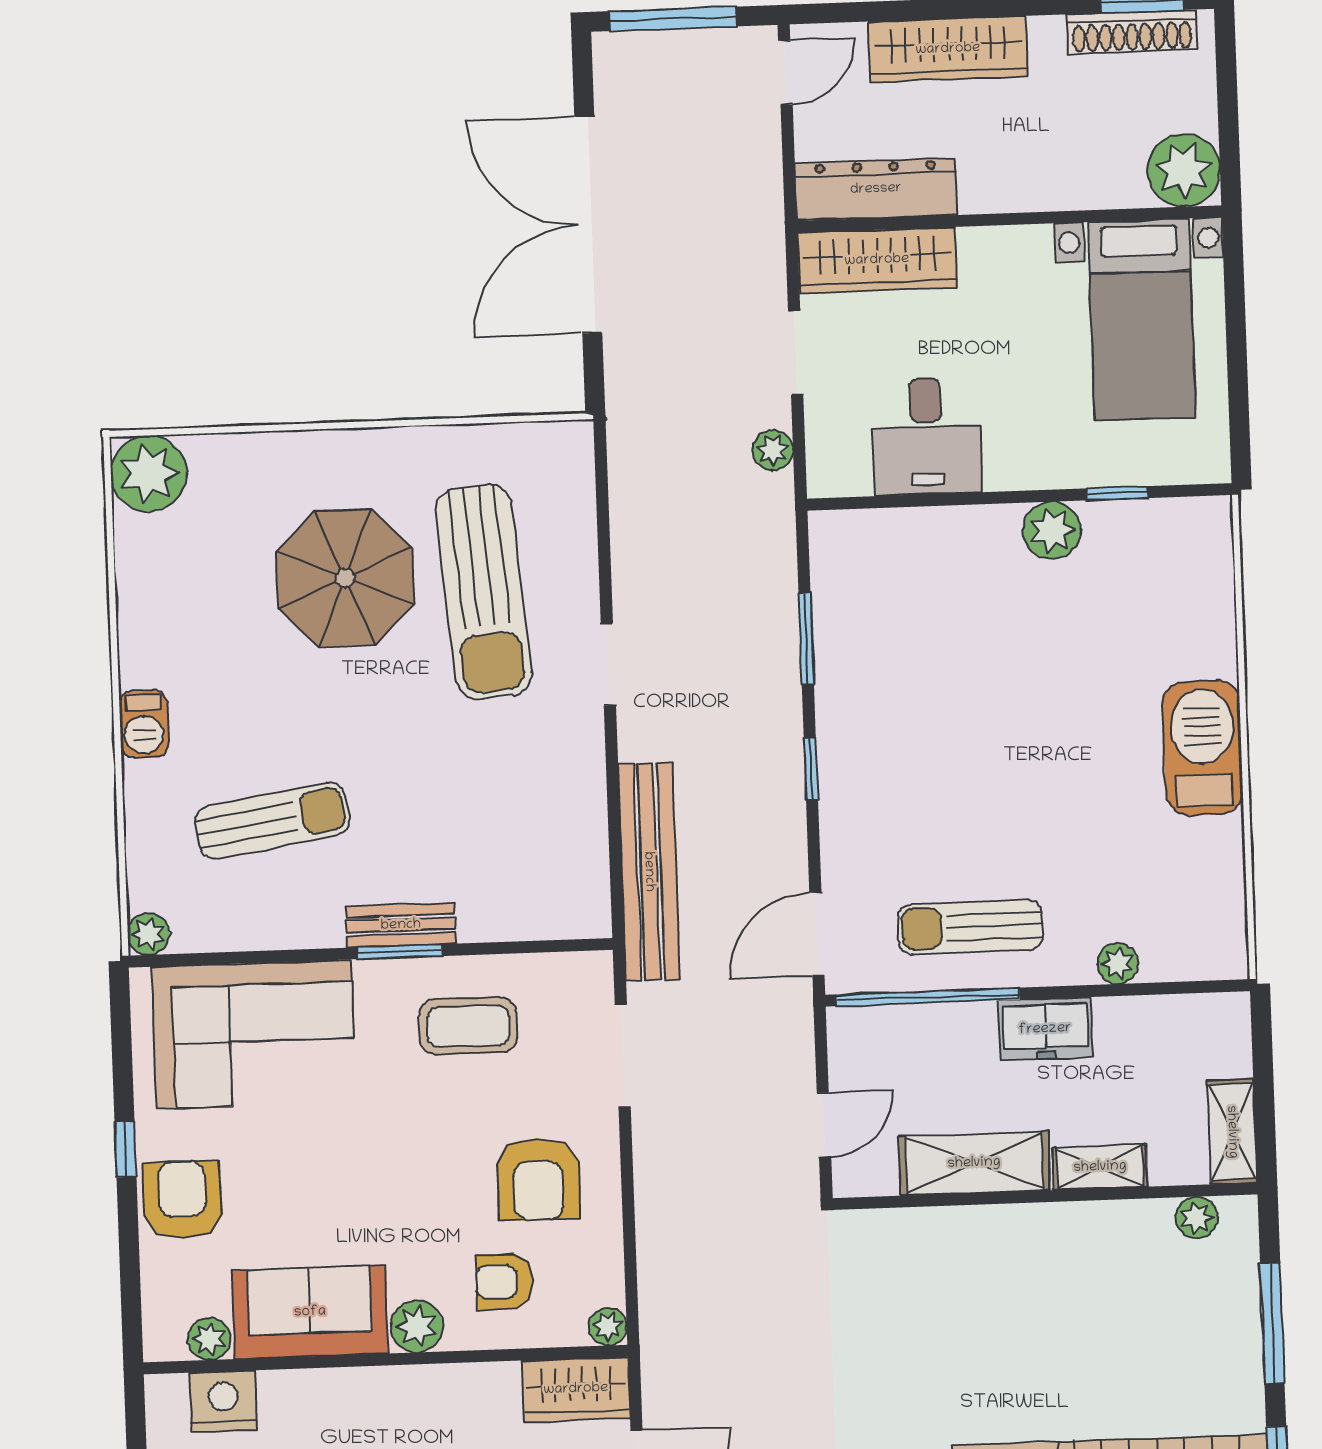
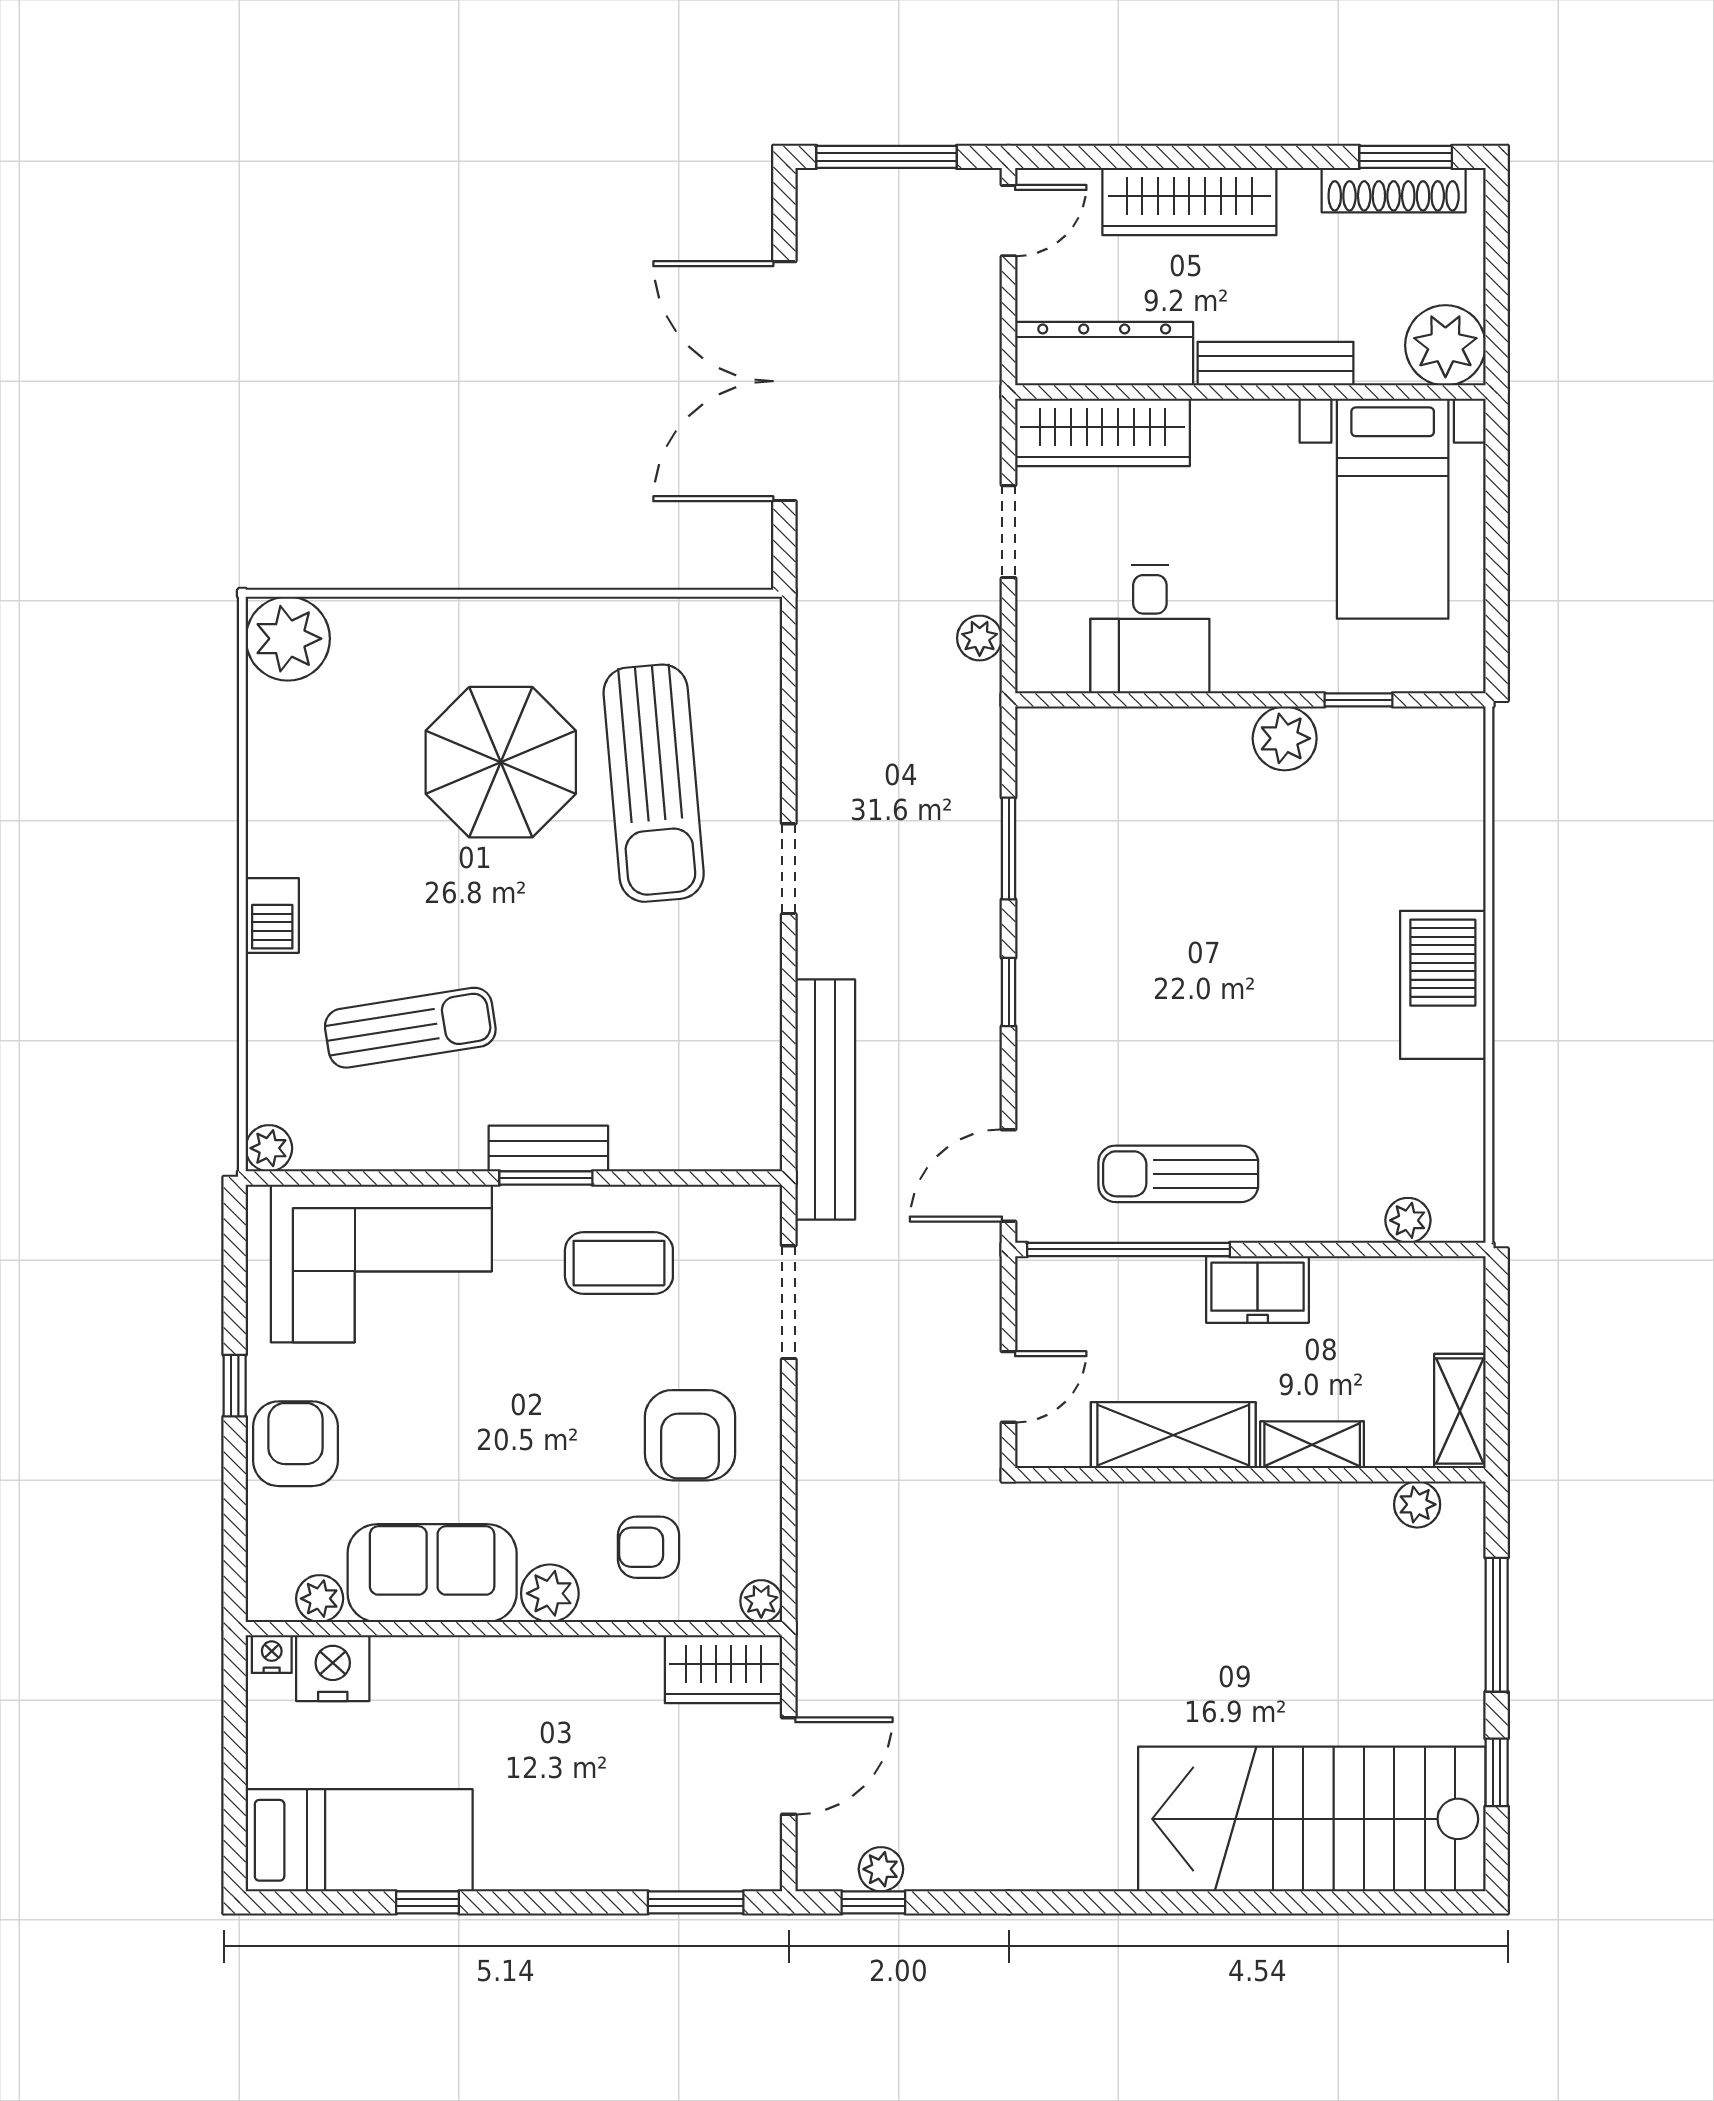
bench: (1031, 193) -> (1275, 364), added
plant: (1118, 964) -> (1408, 1220), moved
nightstand: (168, 1391) -> (272, 1654), added

